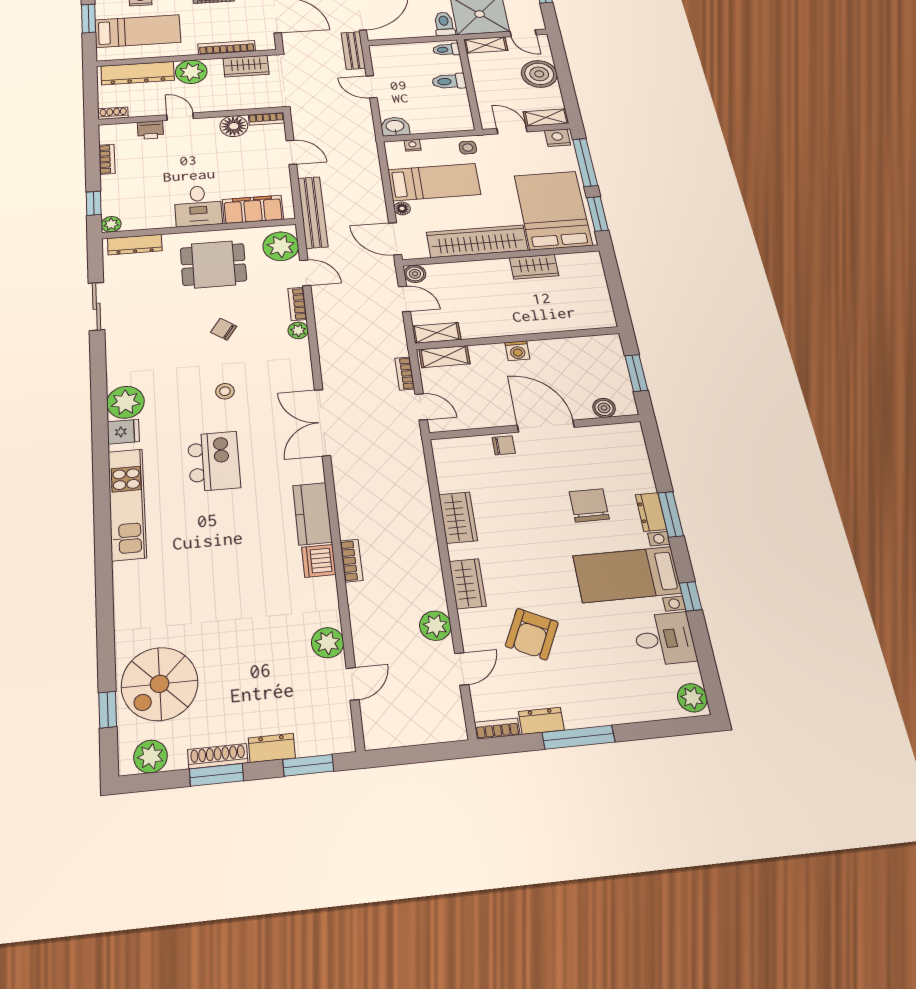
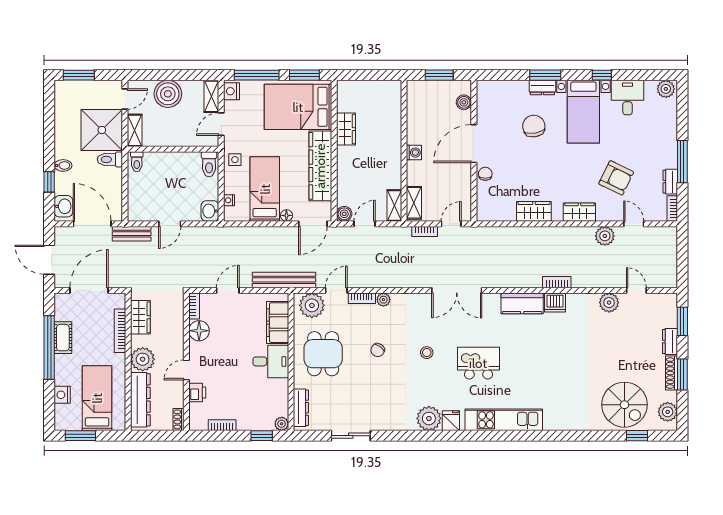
toilet: (449, 81) -> (209, 164), moved
chair: (589, 505) -> (534, 126), turned 82

